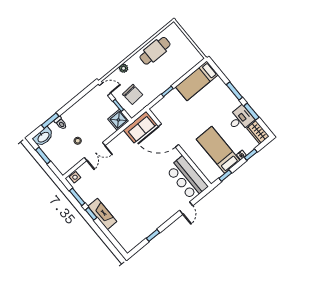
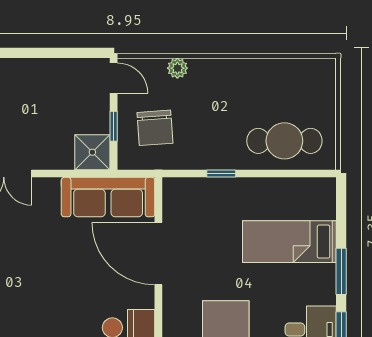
cafe table: (155, 51) -> (284, 141), moved
bed: (197, 81) -> (289, 242), moved
sofa: (140, 127) -> (108, 197), width x1.36

